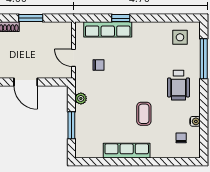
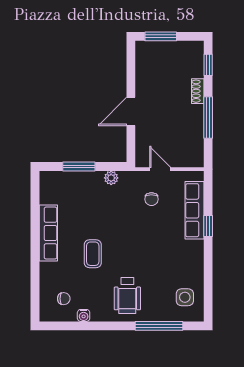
window: (31, 18) -> (208, 118), width x1.44
door: (74, 58) -> (160, 169), hinge flipped
wheelchair: (179, 85) -> (127, 295), turned -90
coffee table: (144, 114) -> (93, 254), turned 90

